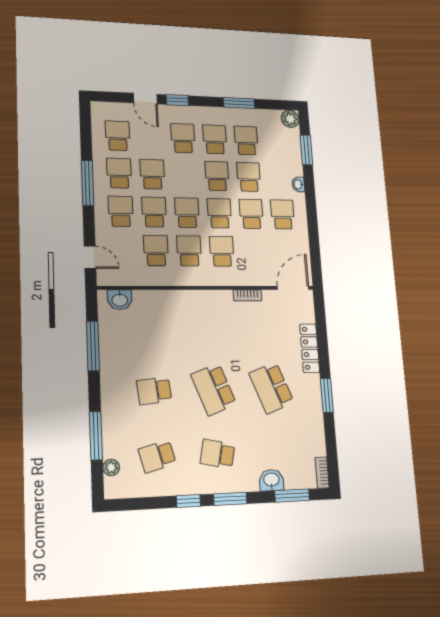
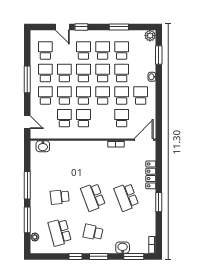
school desk: (185, 175) -> (83, 73), added
school desk: (222, 251) -> (122, 118), moved
window: (93, 346) -> (27, 185), moved
school desk: (157, 456) -> (60, 232), width x1.85

